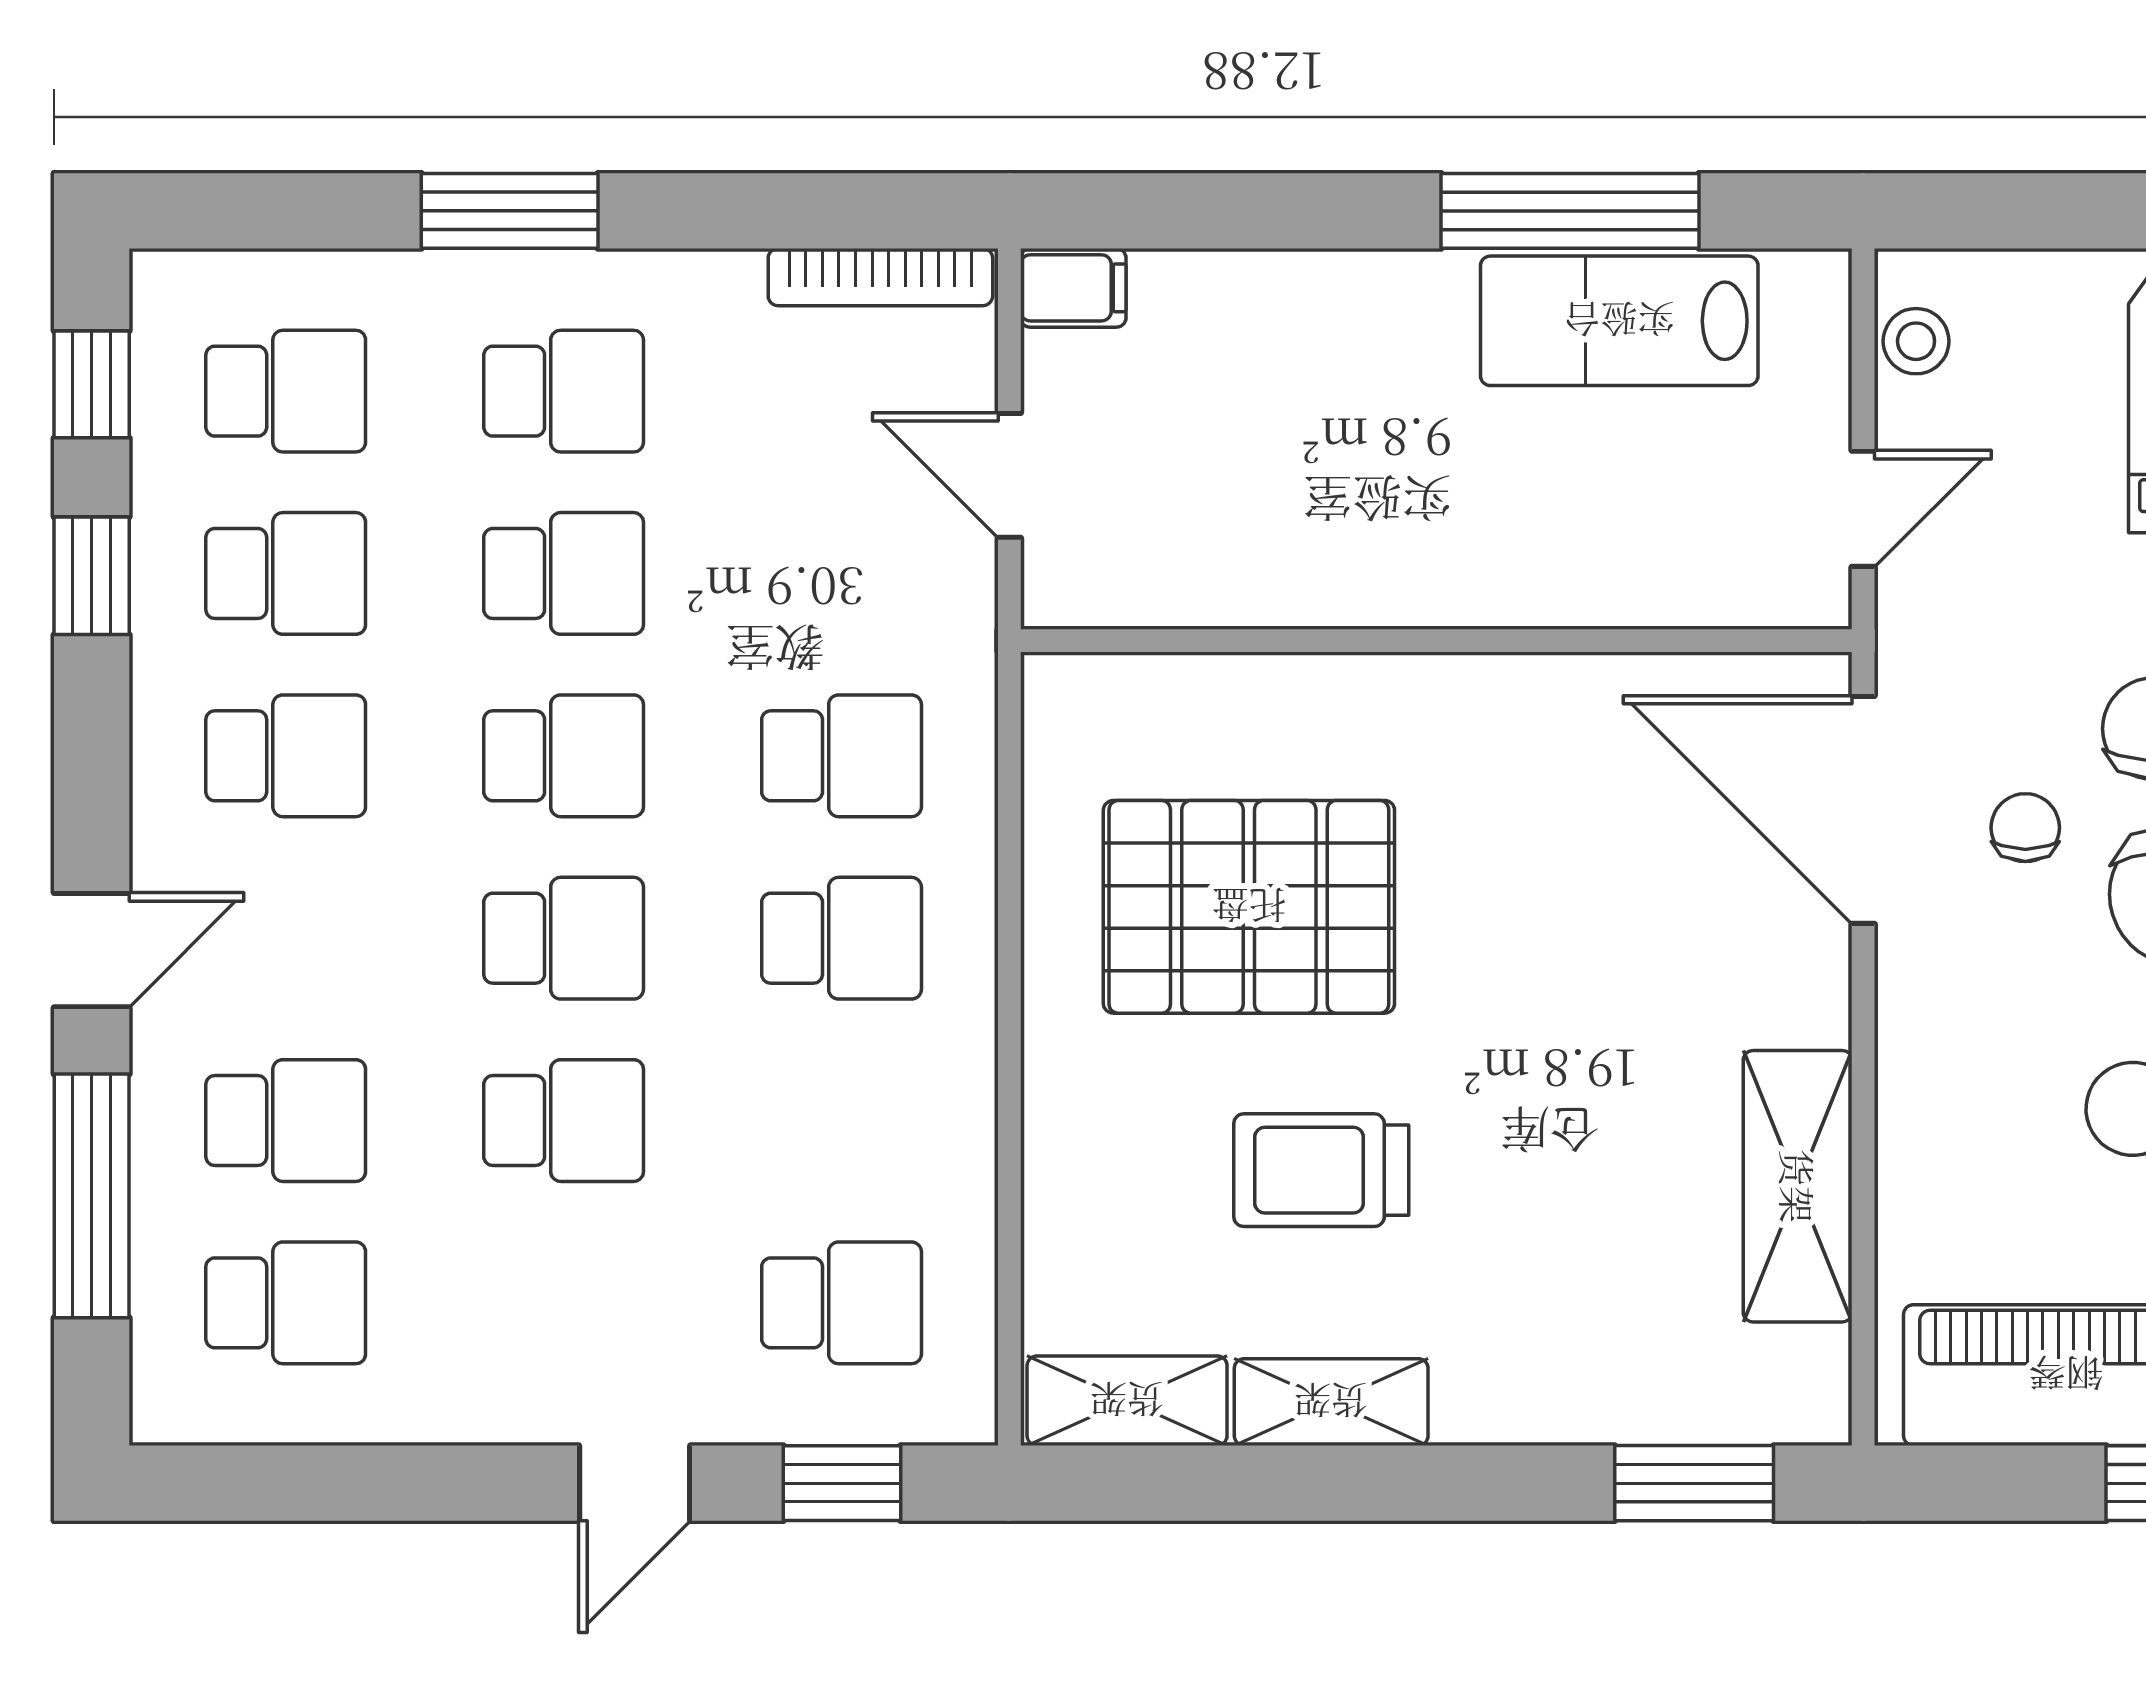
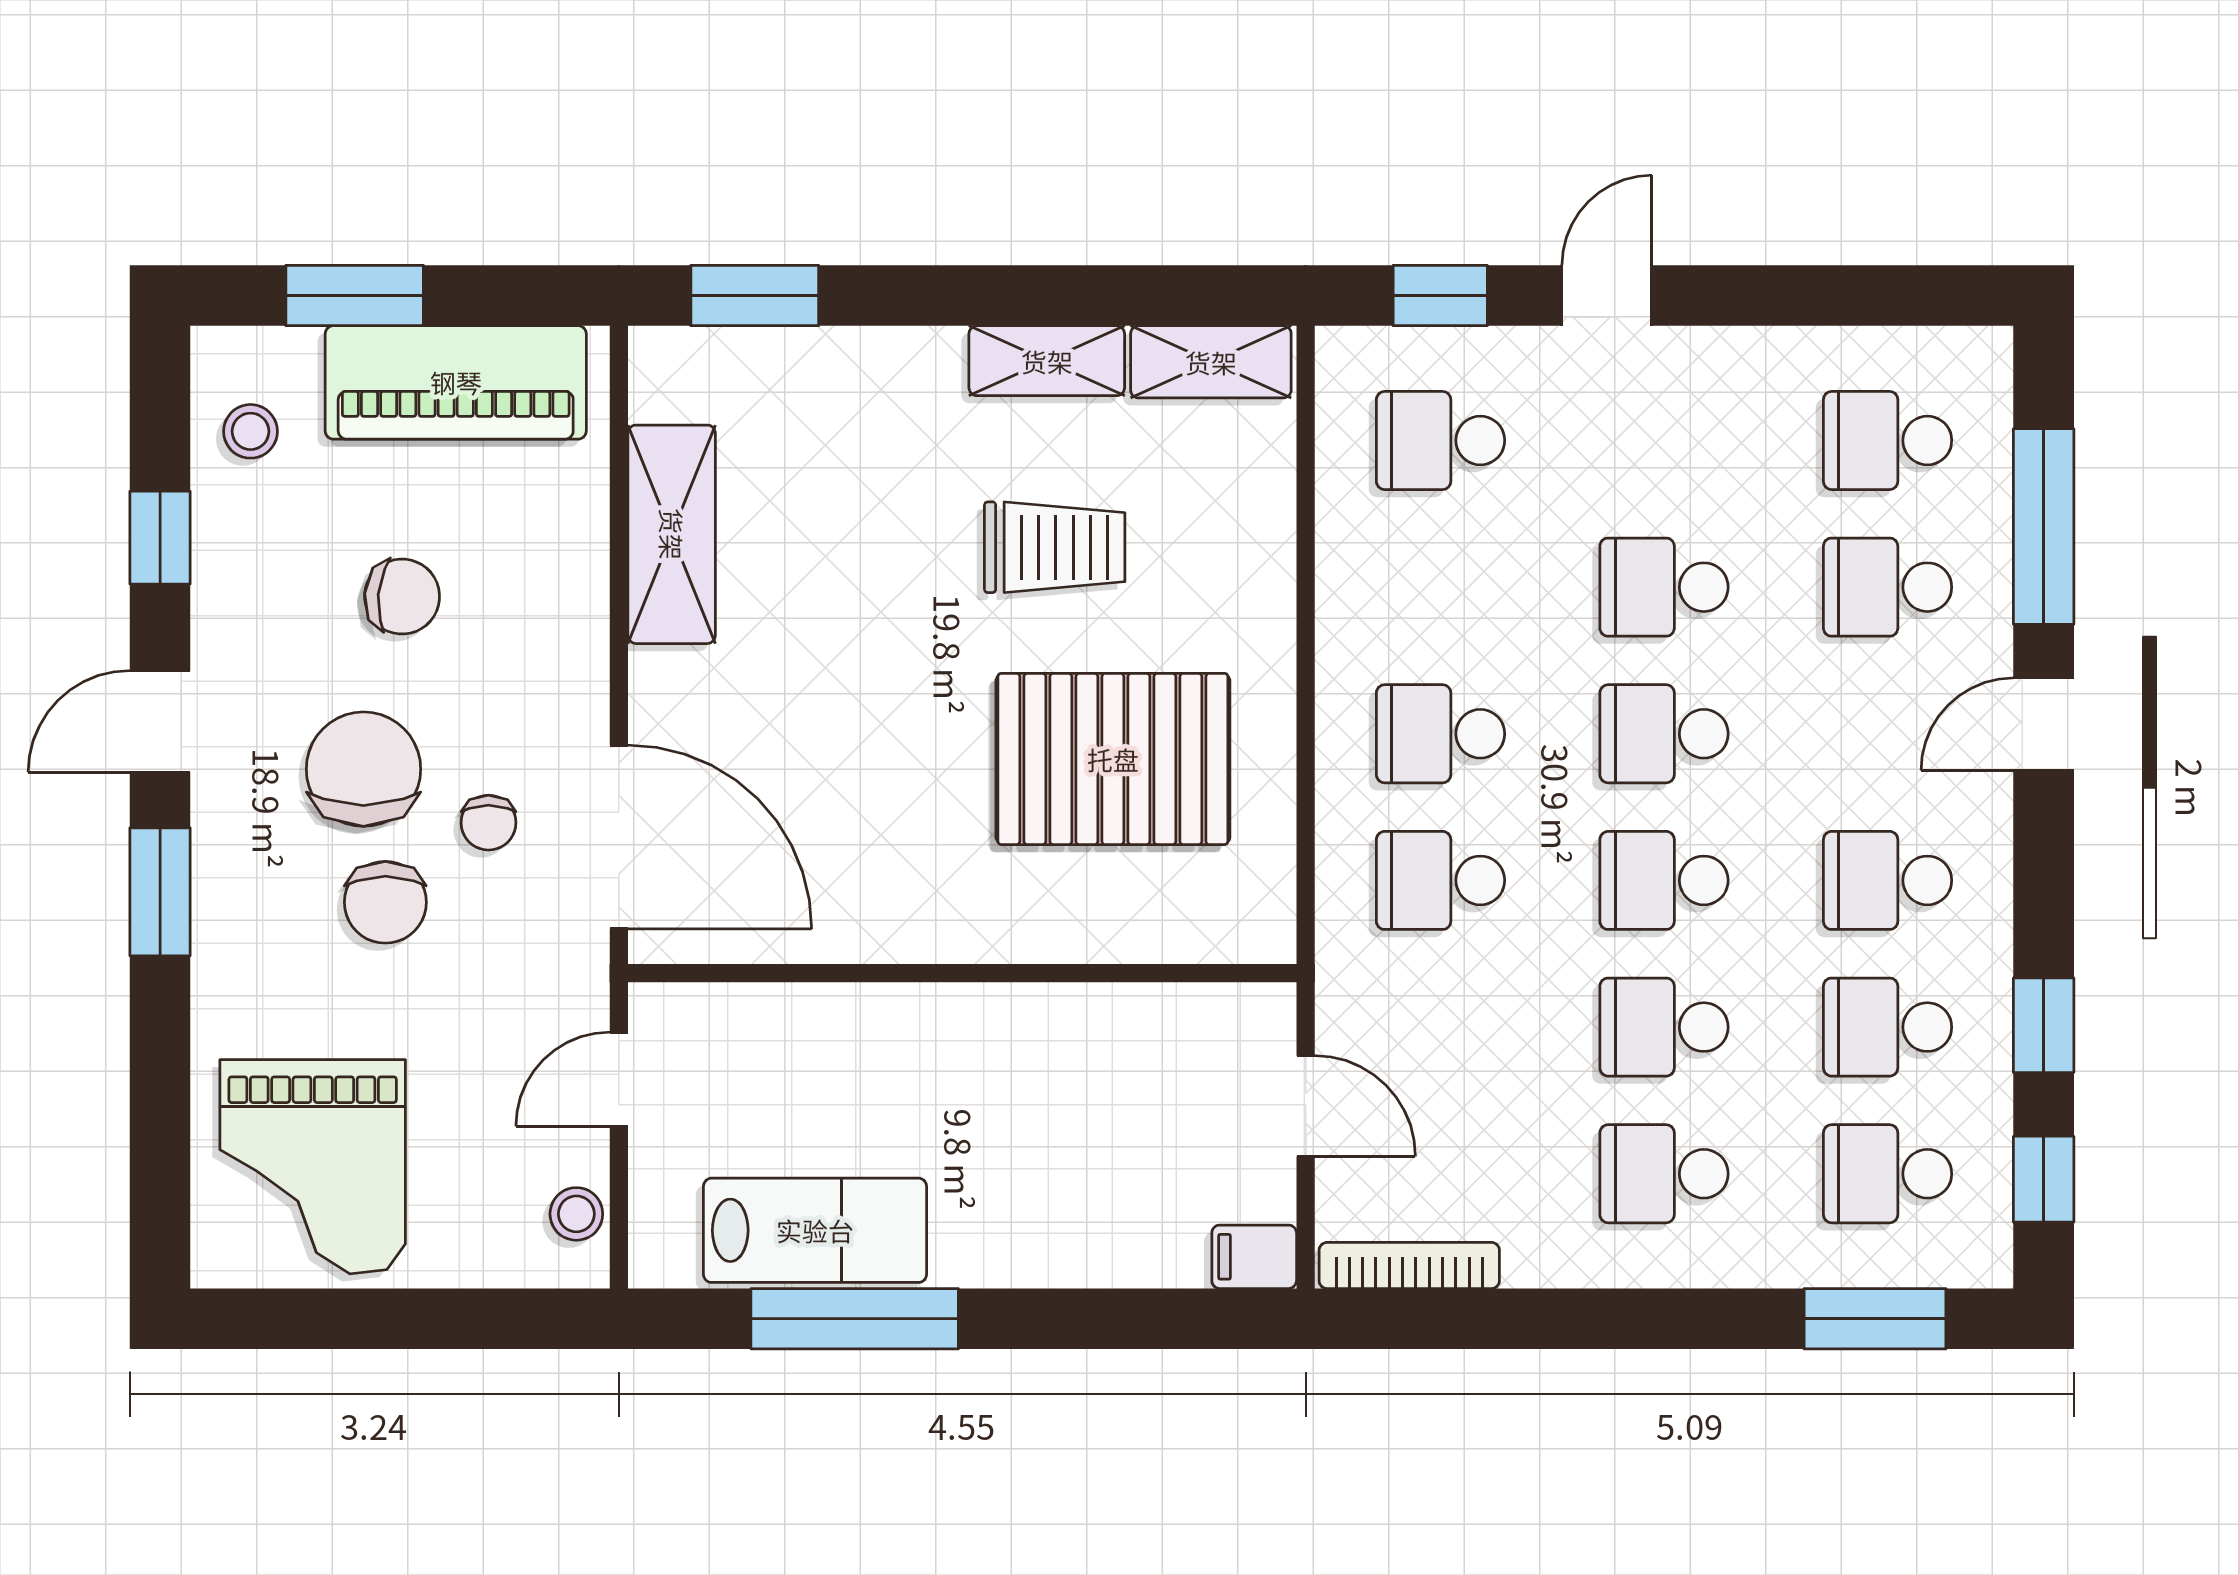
window: (510, 211) -> (1875, 1319), moved

